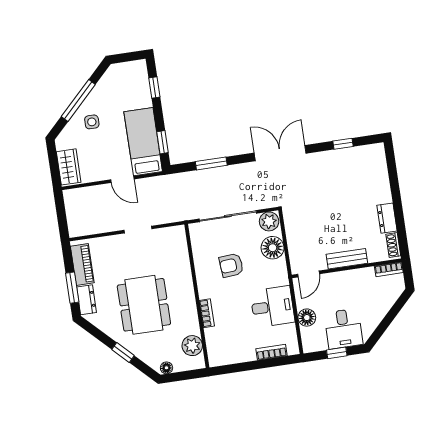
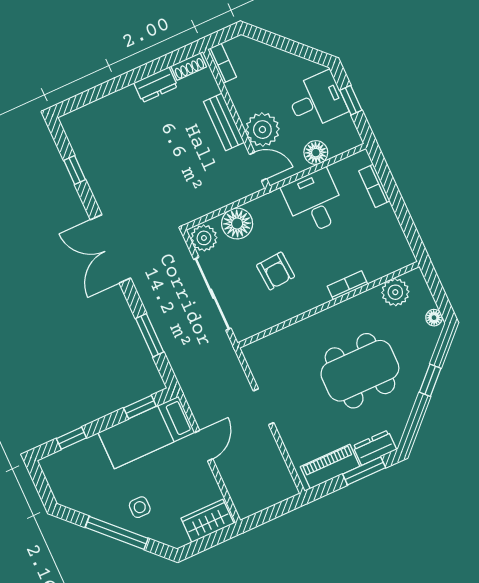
plant: (334, 285) -> (262, 130), added

